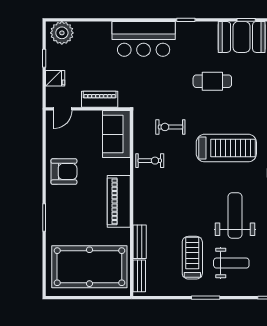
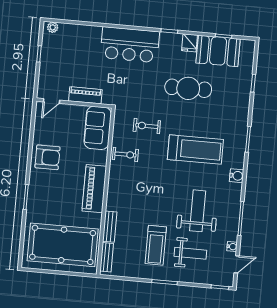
plant: (62, 33) -> (53, 27), width x0.53, depth x0.53
fridge: (55, 78) -> (189, 43), moved, turned 90
cafe table: (212, 81) -> (188, 88), width x1.37, depth x1.35
treadmill: (192, 258) -> (156, 245), turned 180

